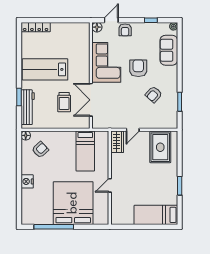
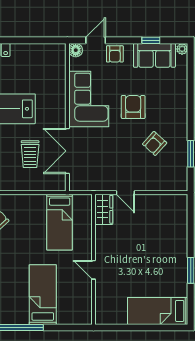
sofa: (169, 50) -> (154, 55), moved, turned -90
door: (133, 130) -> (125, 193), hinge flipped
rug: (160, 147) -> (164, 217), removed
door: (110, 185) -> (94, 270), hinge flipped
bed: (73, 203) -> (43, 295), width x0.49

